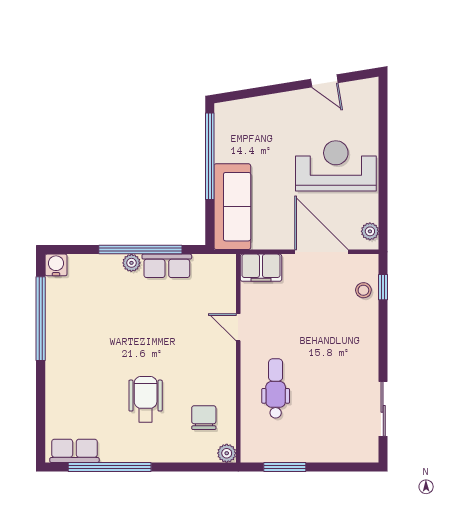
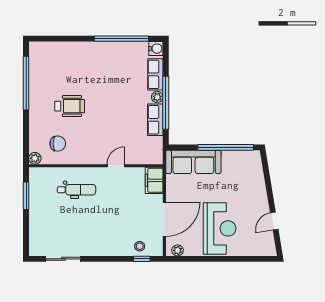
row of seats: (74, 451) -> (155, 74), moved, turned 180

